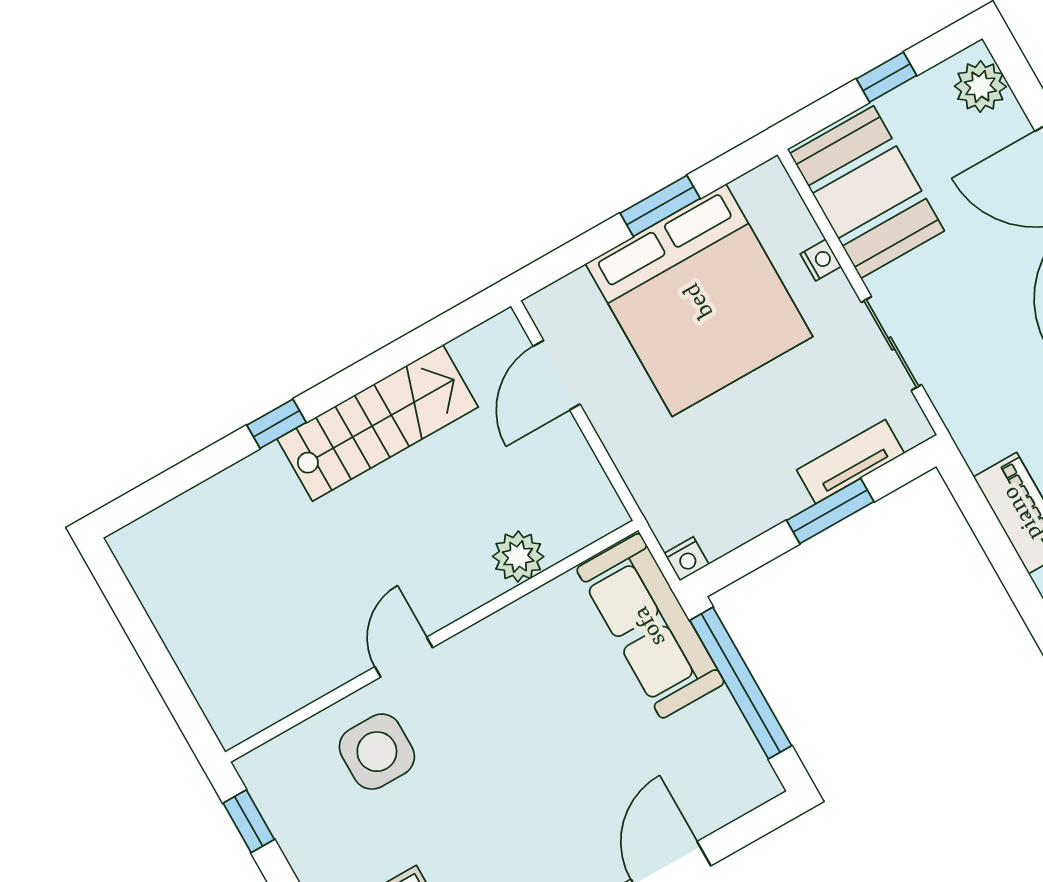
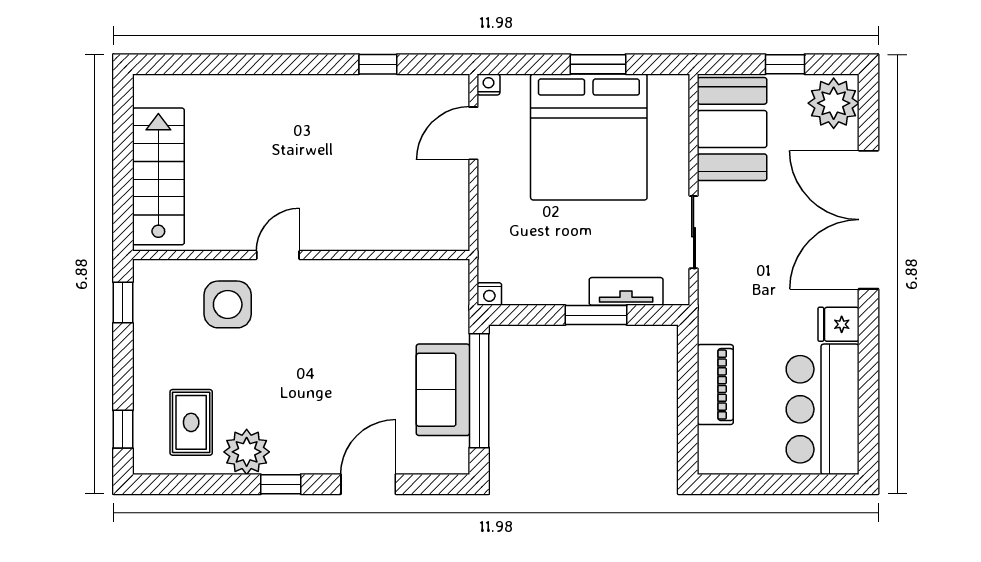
plant: (980, 86) -> (834, 103), width x1.36, depth x1.36
nightstand: (821, 260) -> (488, 84), moved, turned -90
stairs: (378, 423) -> (158, 176), moved, turned -90
window: (276, 424) -> (378, 64), moved
plant: (518, 557) -> (385, 233), removed
sofa: (650, 626) -> (443, 390), moved, width x0.73

